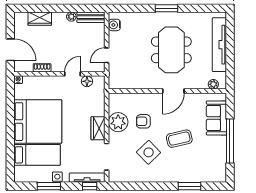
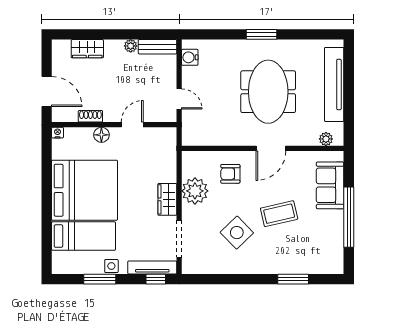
door: (107, 55) -> (179, 99), swing flipped
floor lamp: (87, 81) -> (101, 135), moved
armchair: (143, 121) -> (230, 174), moved

